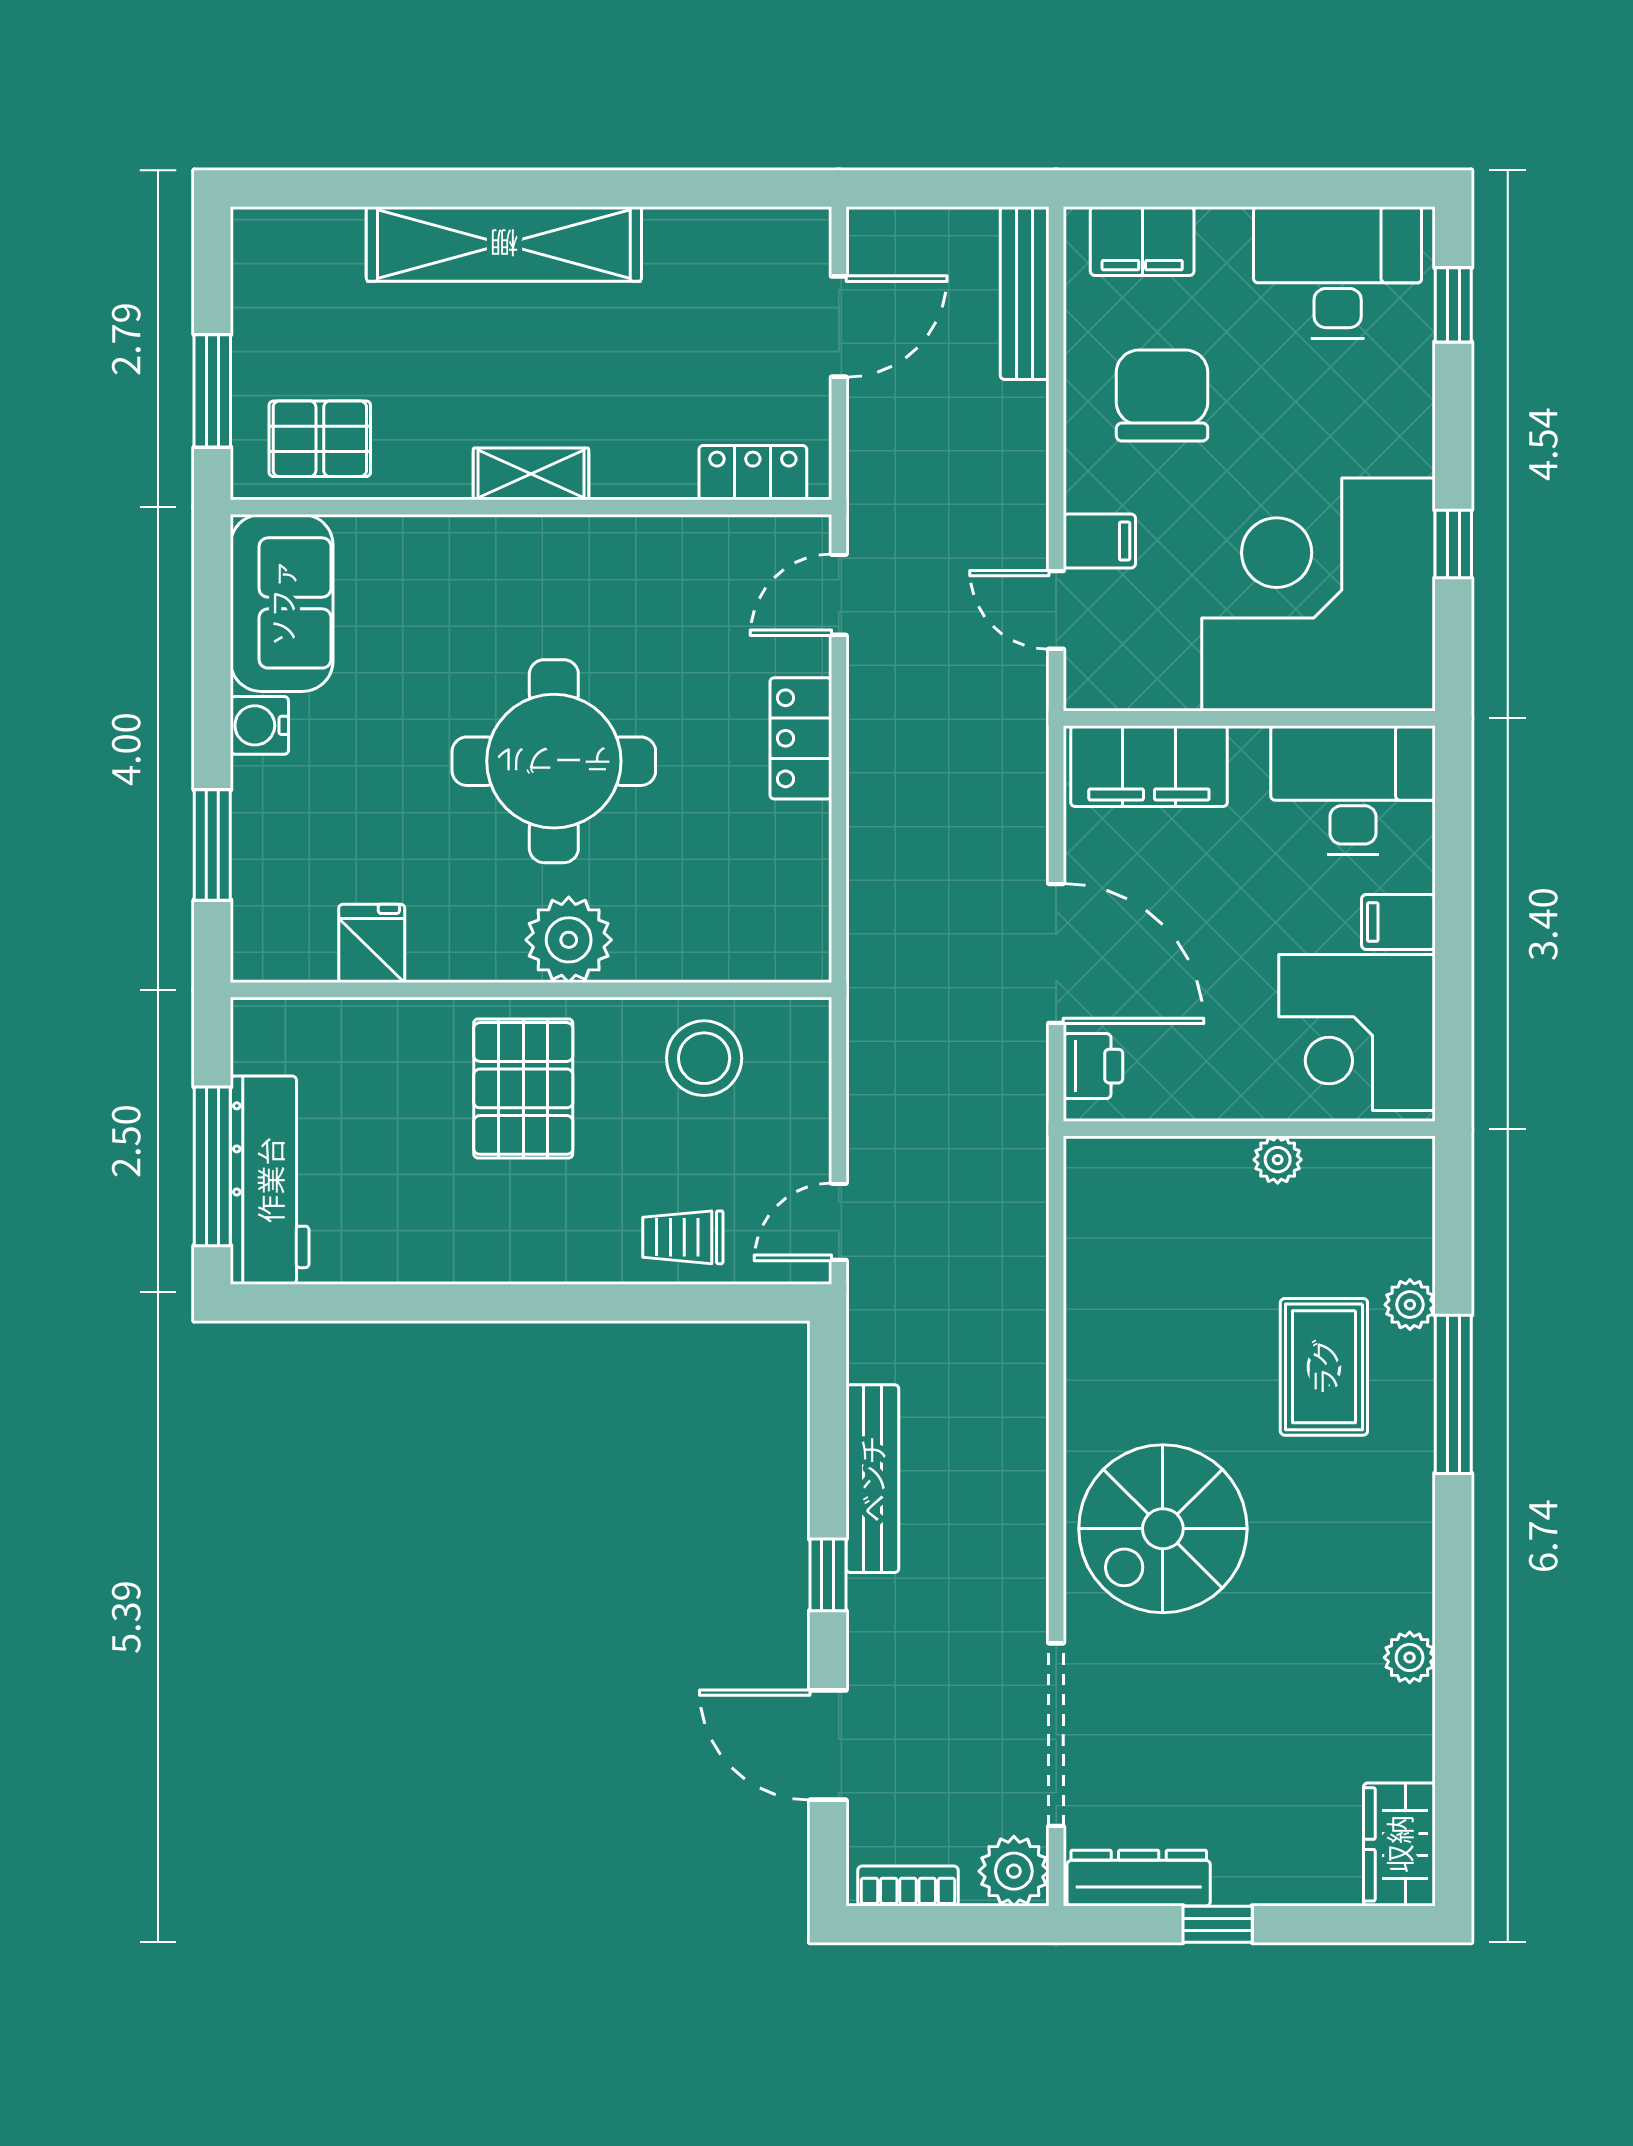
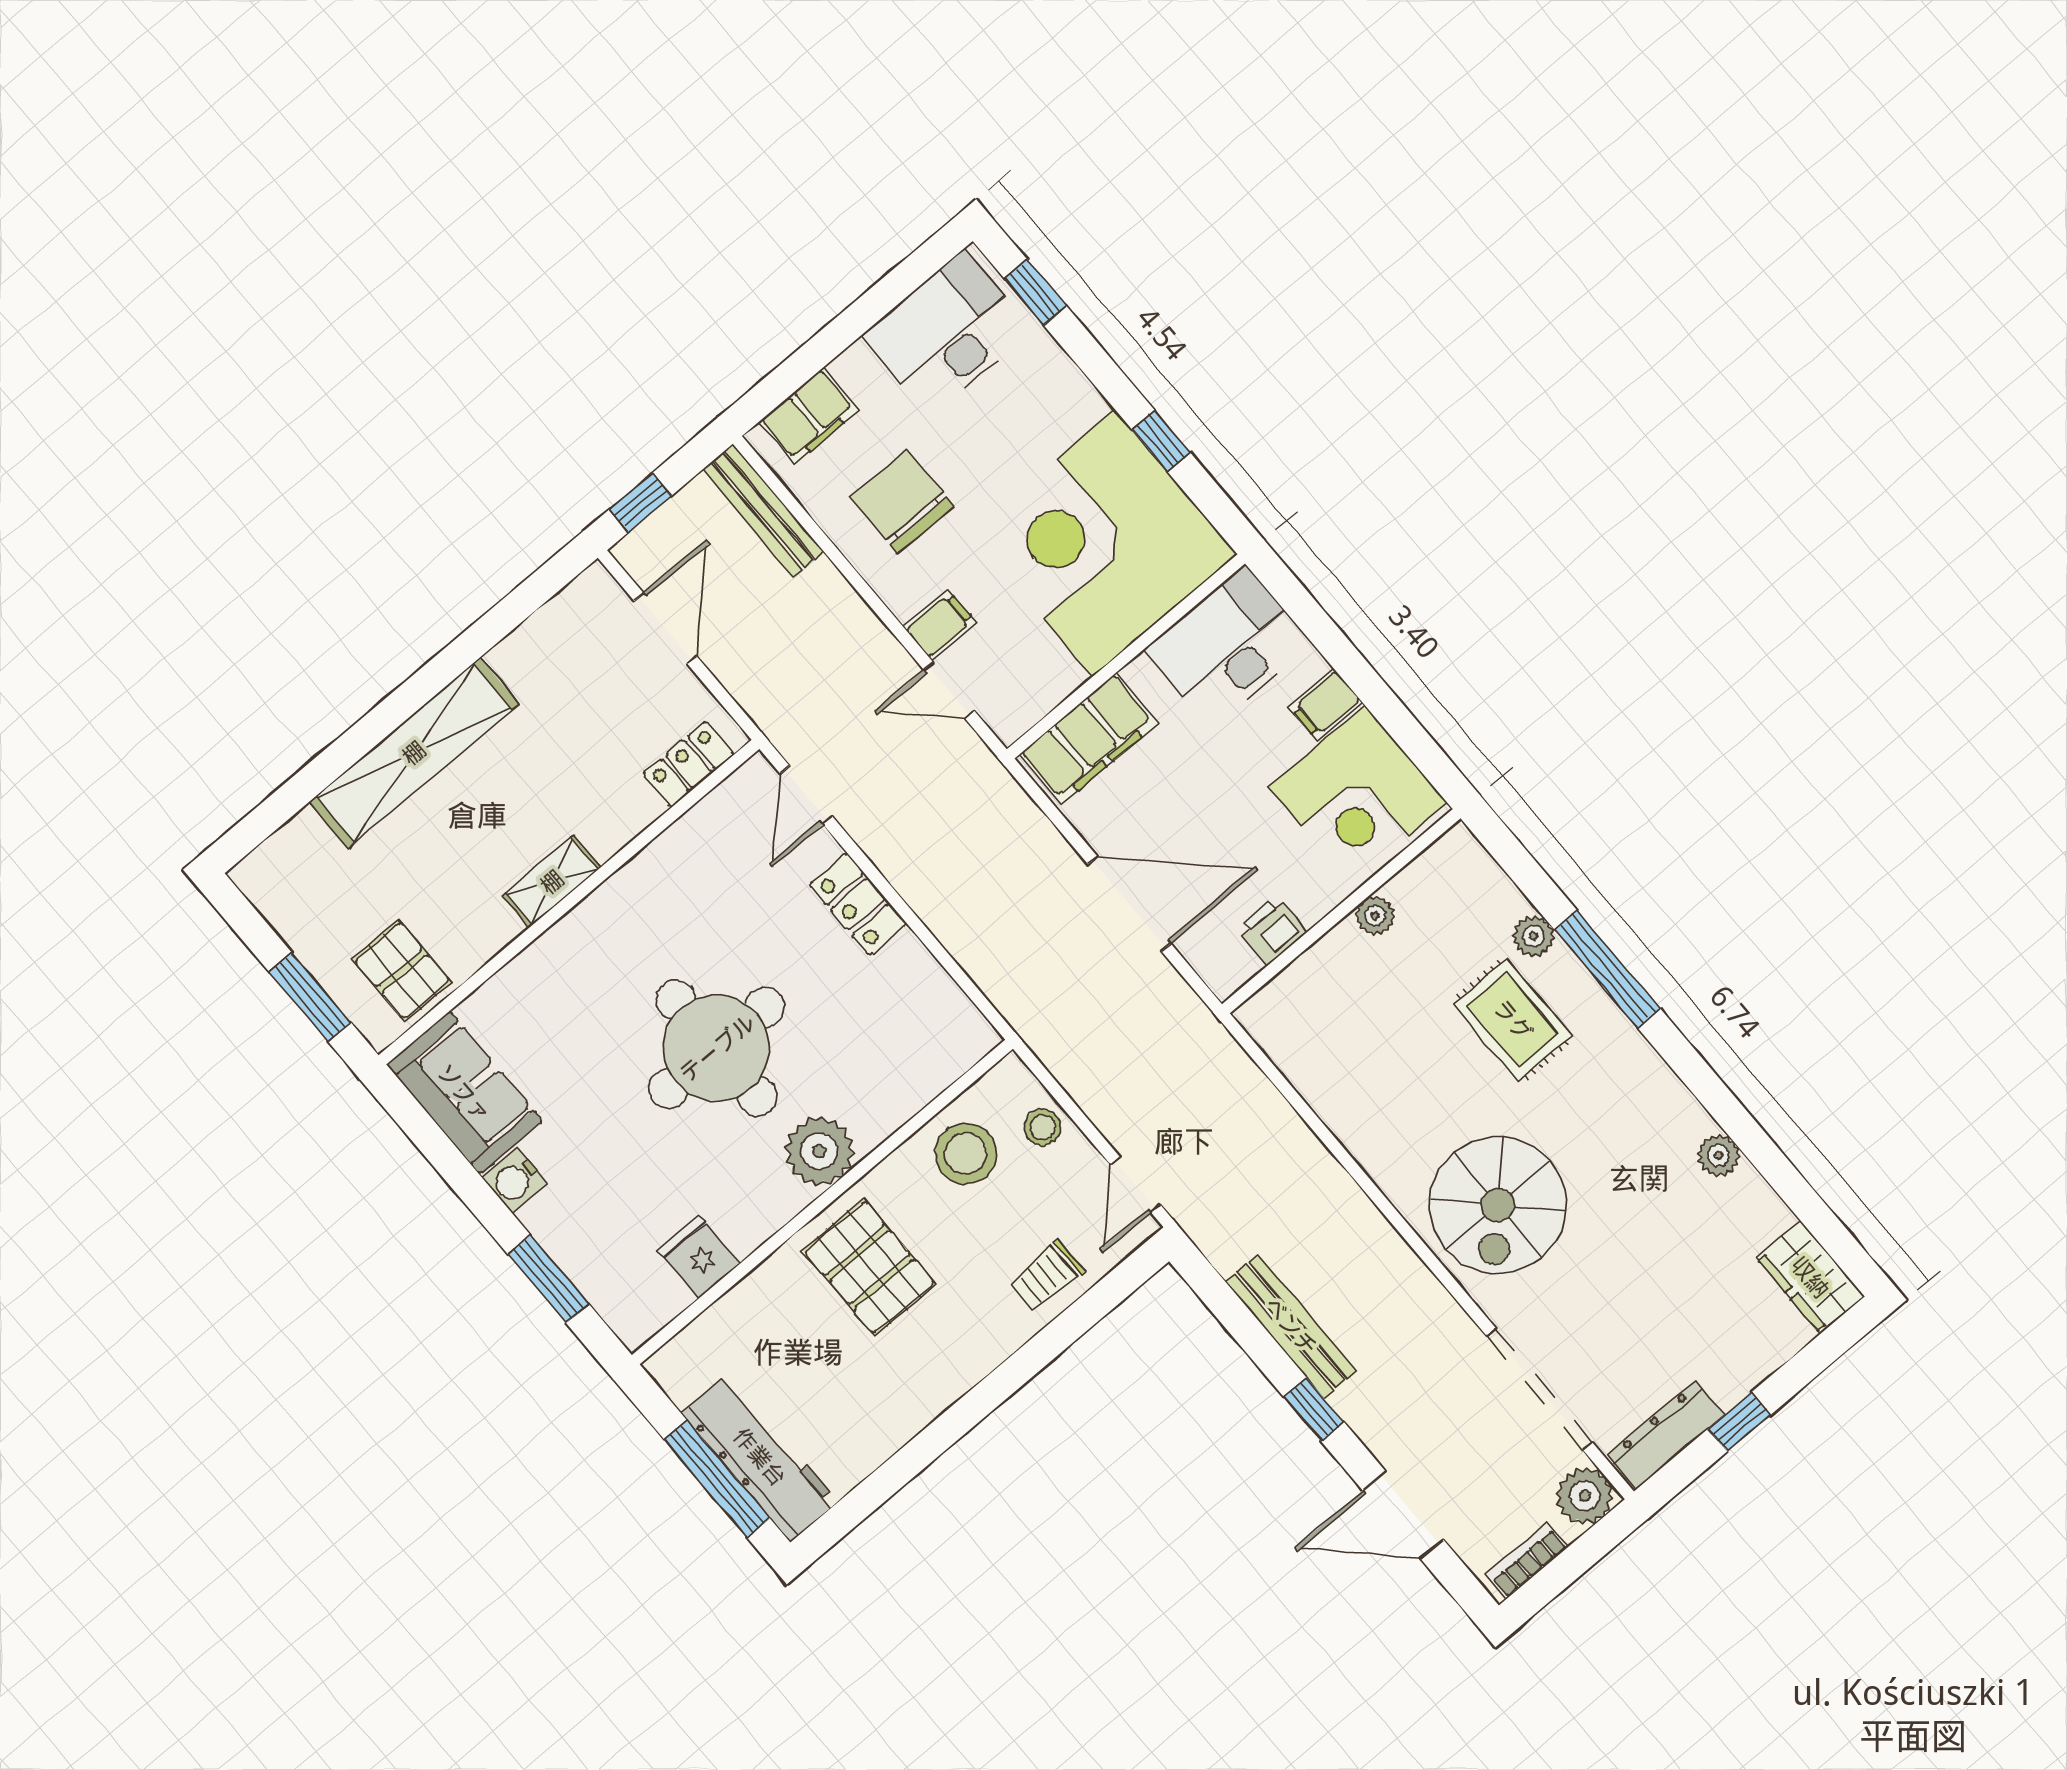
window: (916, 188) -> (641, 502), added
pallet: (320, 439) -> (402, 971), turned 90
printer: (1093, 1066) -> (1272, 931), moved, turned -90
stool: (797, 1094) -> (1043, 1127), added

